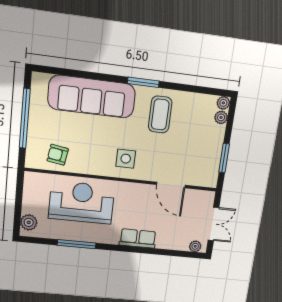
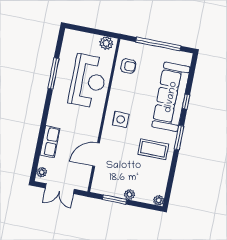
window: (96, 76) -> (186, 102), added
plant: (221, 117) -> (129, 195), moved
armchair: (58, 155) -> (128, 66), turned 81
plant: (29, 222) -> (106, 43), moved
row of seats: (138, 238) -> (50, 142), moved

